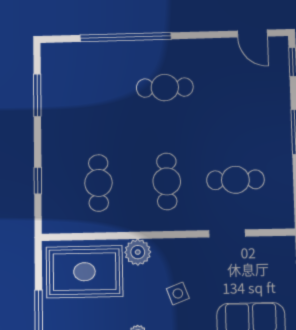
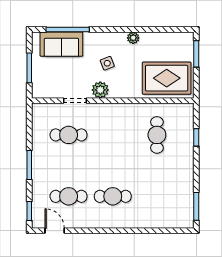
window: (126, 37) -> (138, 231), removed
window: (37, 95) -> (196, 206), moved
cafe table: (167, 181) -> (69, 196), moved, turned 90
plant: (138, 252) -> (100, 90), moved

